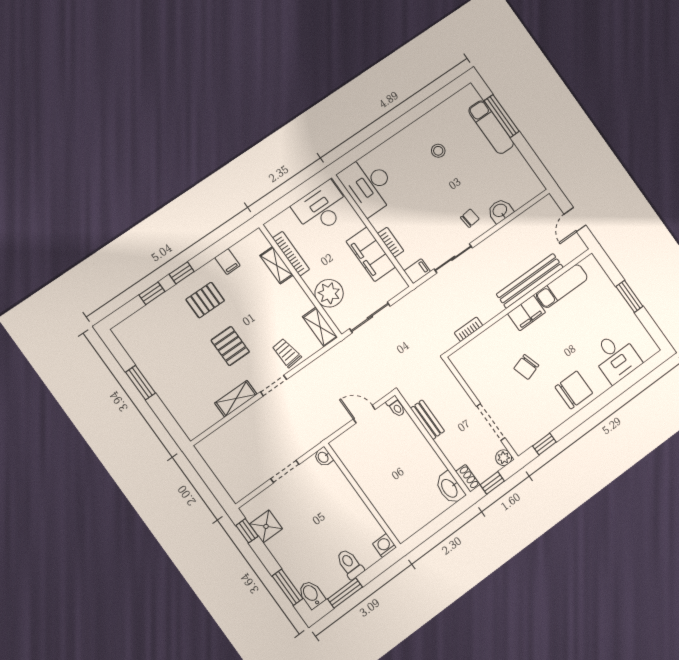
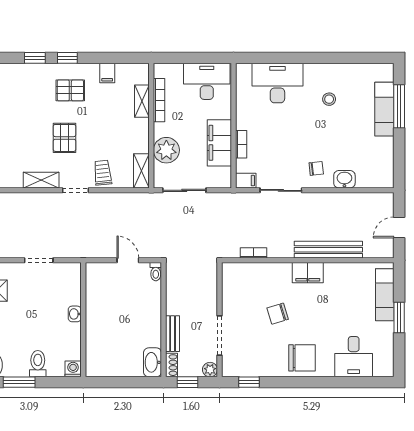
desk: (368, 185) -> (277, 83), moved, turned 90
exam couch: (562, 286) -> (385, 295), moved, turned 90
bench: (427, 420) -> (173, 334), moved
washbasin: (323, 457) -> (75, 314), moved

